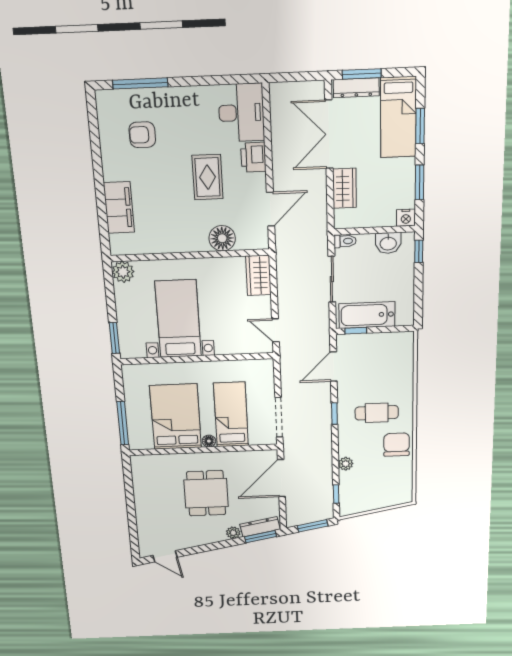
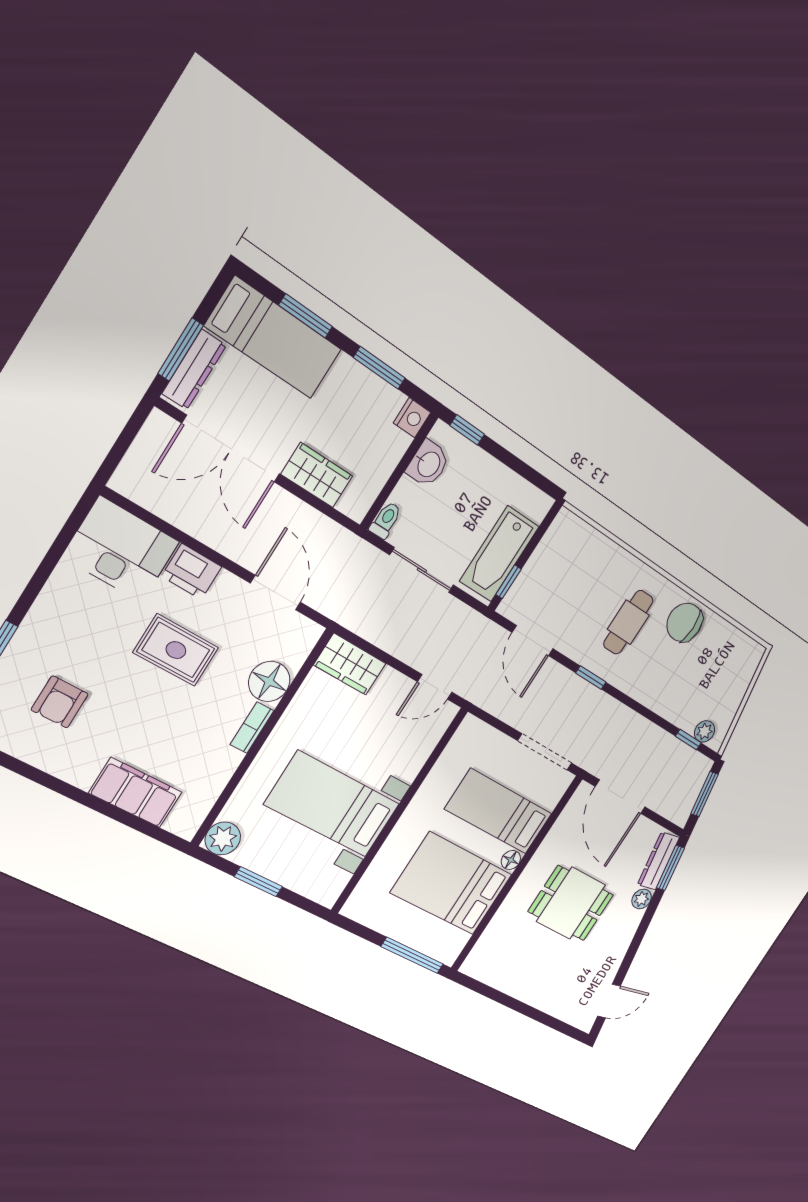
bookcase: (192, 246) -> (252, 728), added
window: (114, 338) -> (258, 882), moved
plant: (346, 464) -> (705, 731), moved

